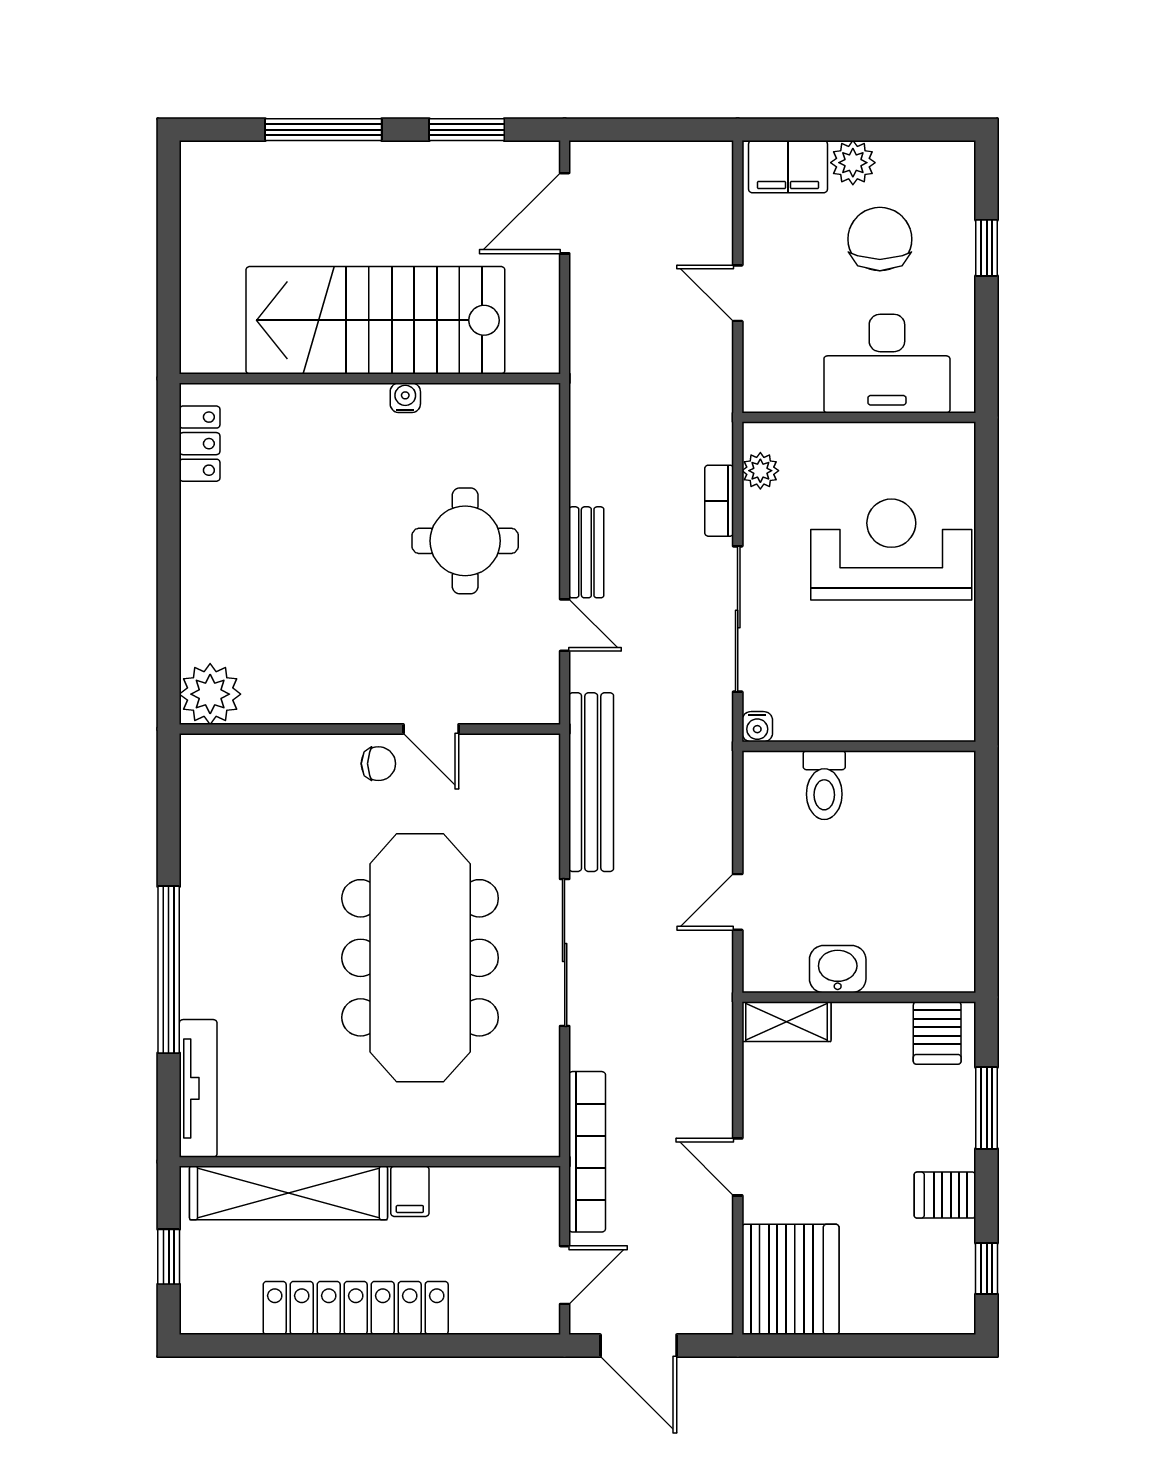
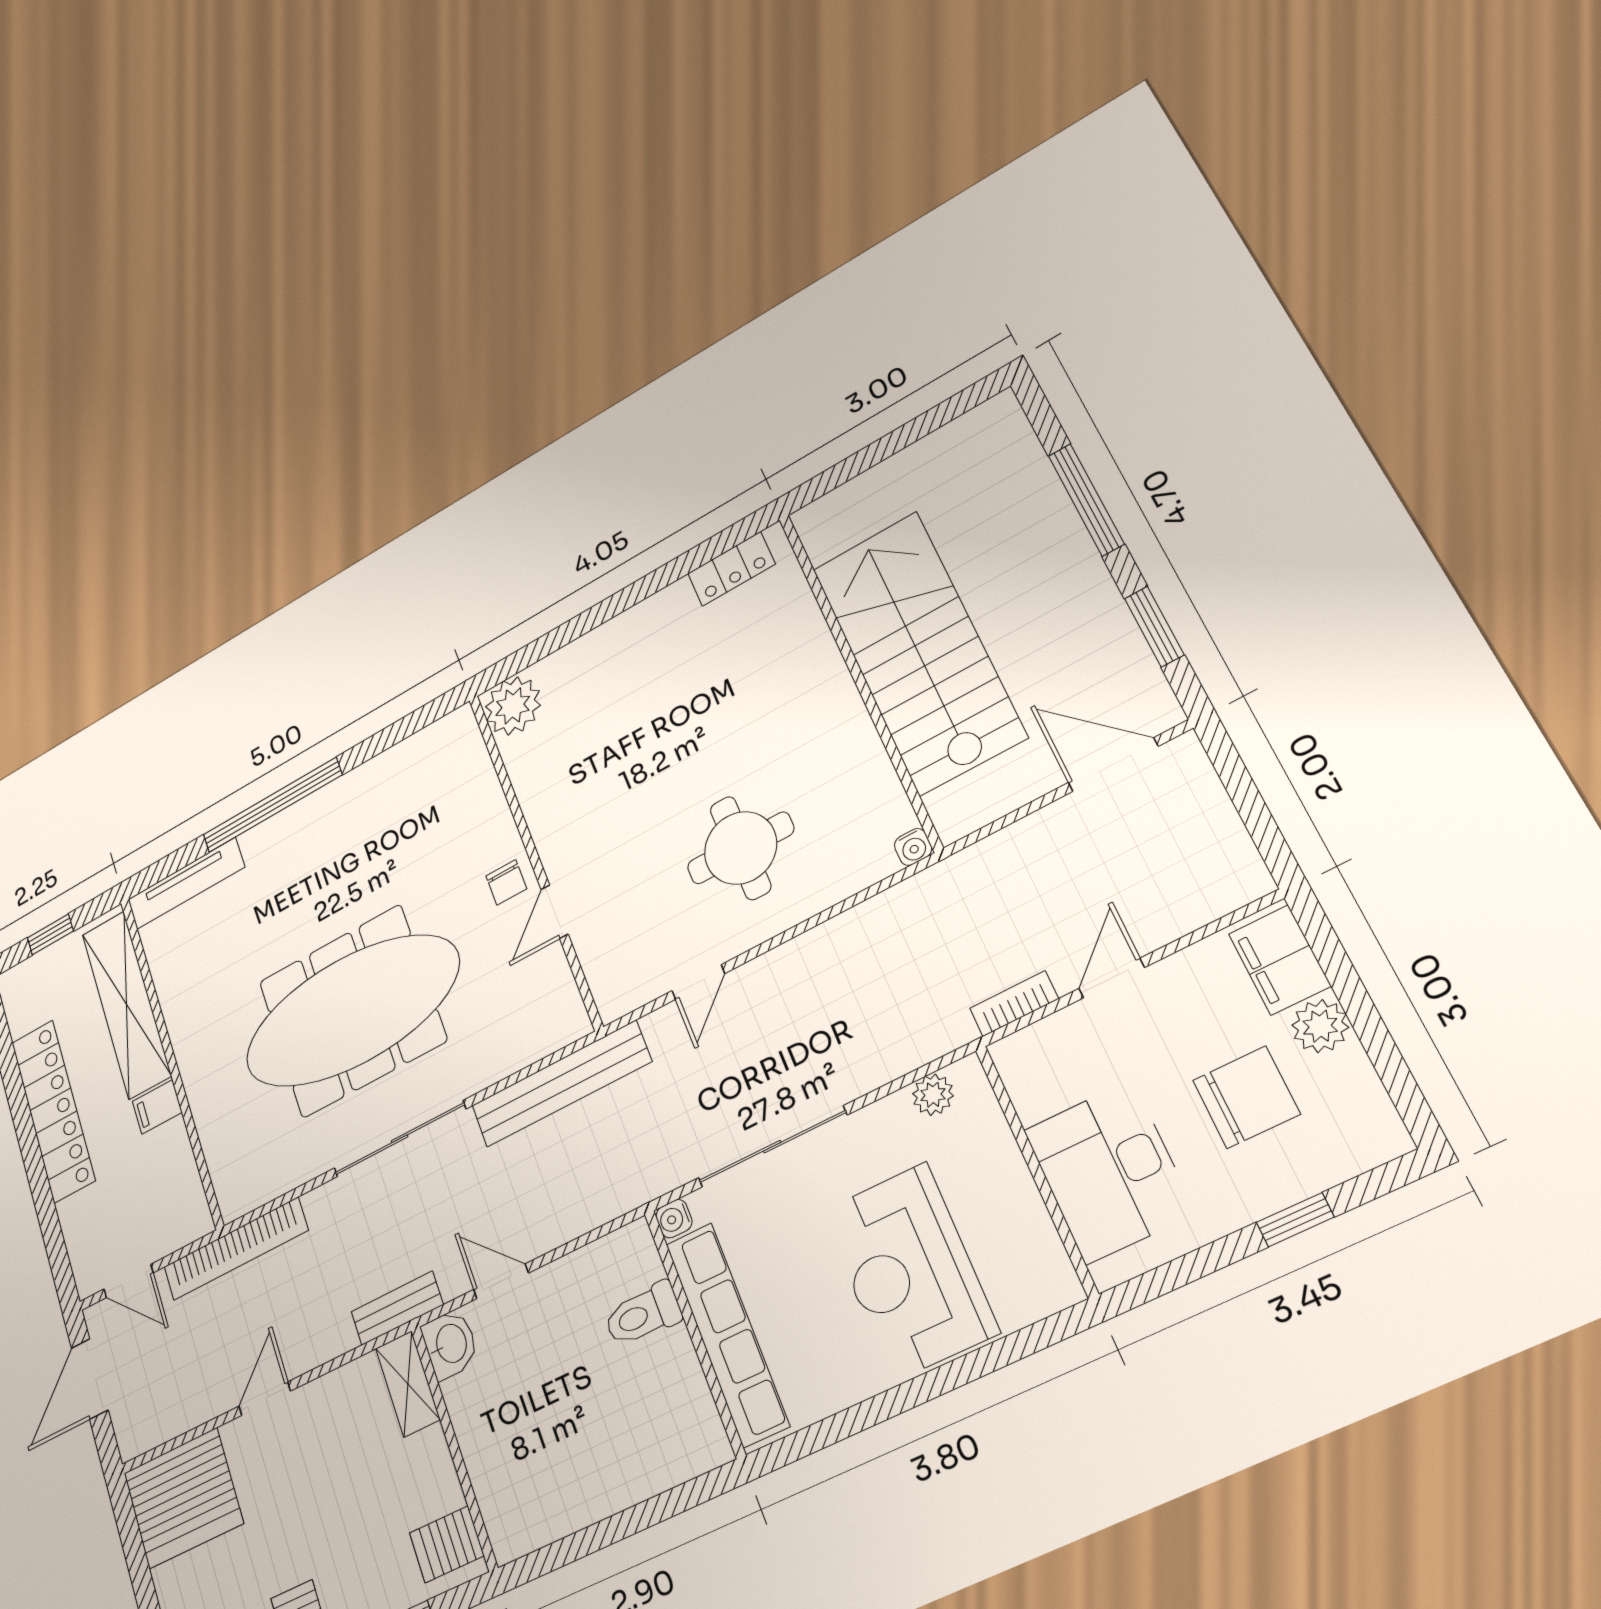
water cooler: (405, 398) -> (913, 847), moved, turned 90
bookcase: (719, 501) -> (1014, 1004), moved
reception desk: (891, 549) -> (909, 1271), turned 180
bench: (586, 552) -> (397, 1308), moved
row of seats: (873, 719) -> (727, 1334), added
washbasin: (838, 969) -> (450, 1344), moved

